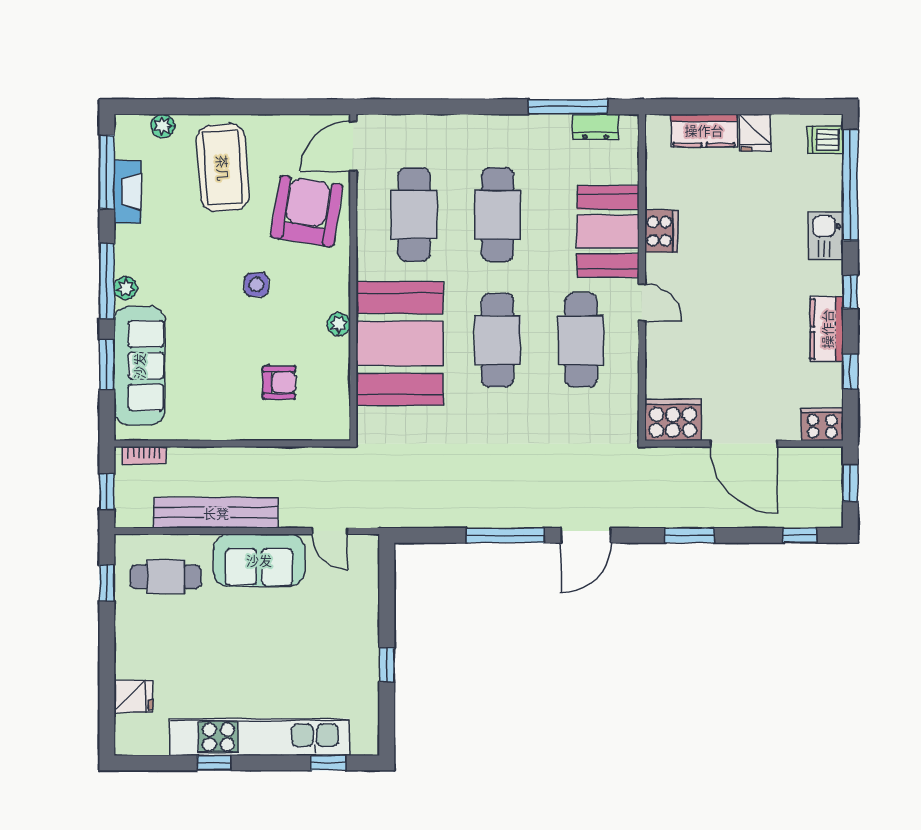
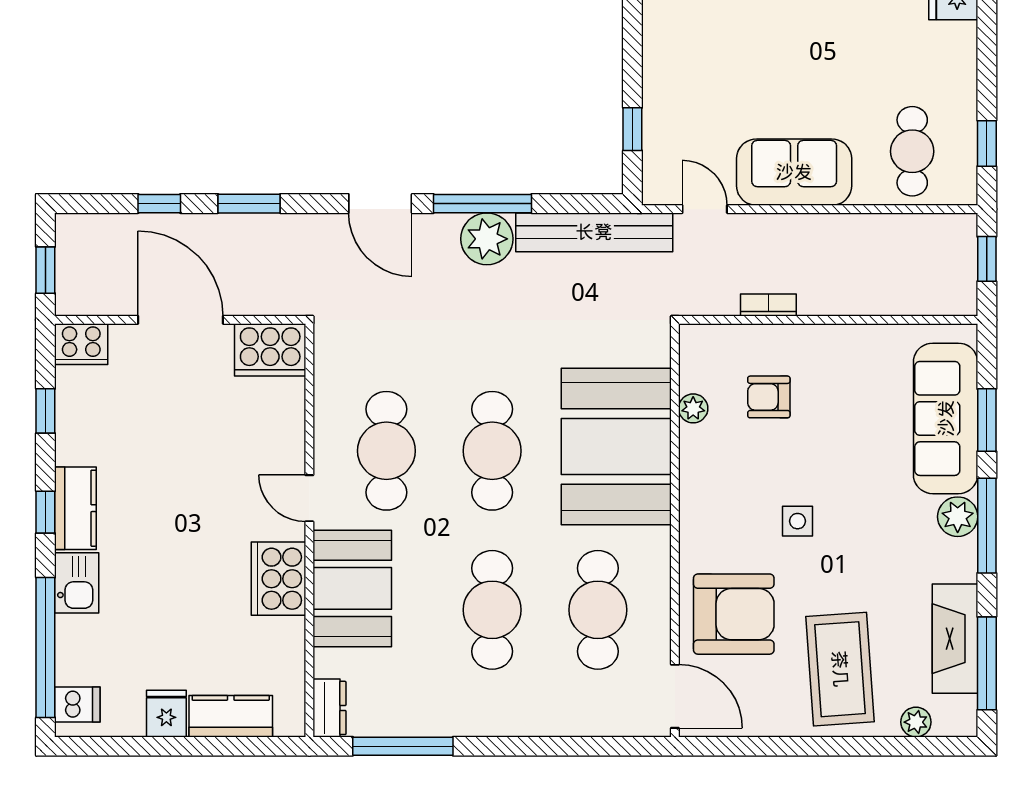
dresser: (596, 127) -> (329, 708), moved, turned 90
door: (353, 146) -> (675, 696), hinge flipped
fireplace: (128, 192) -> (955, 639), width x1.37, depth x1.32
armchair: (307, 211) -> (734, 614), turned -99
cooker: (661, 231) -> (279, 579), width x1.37, depth x1.31
plant: (126, 288) -> (958, 517), width x1.38, depth x1.38
plant: (339, 324) -> (693, 408), moved
kitchen counter: (827, 329) -> (75, 508), moved
bookcase: (144, 455) -> (768, 305), moved
plant: (502, 508) -> (487, 239), added
bench: (216, 513) -> (594, 232), moved
door: (586, 535) -> (380, 204), swing flipped
window: (800, 535) -> (159, 204), moved
cafe table: (166, 577) -> (912, 151), turned 90
window: (387, 665) -> (632, 129), moved

